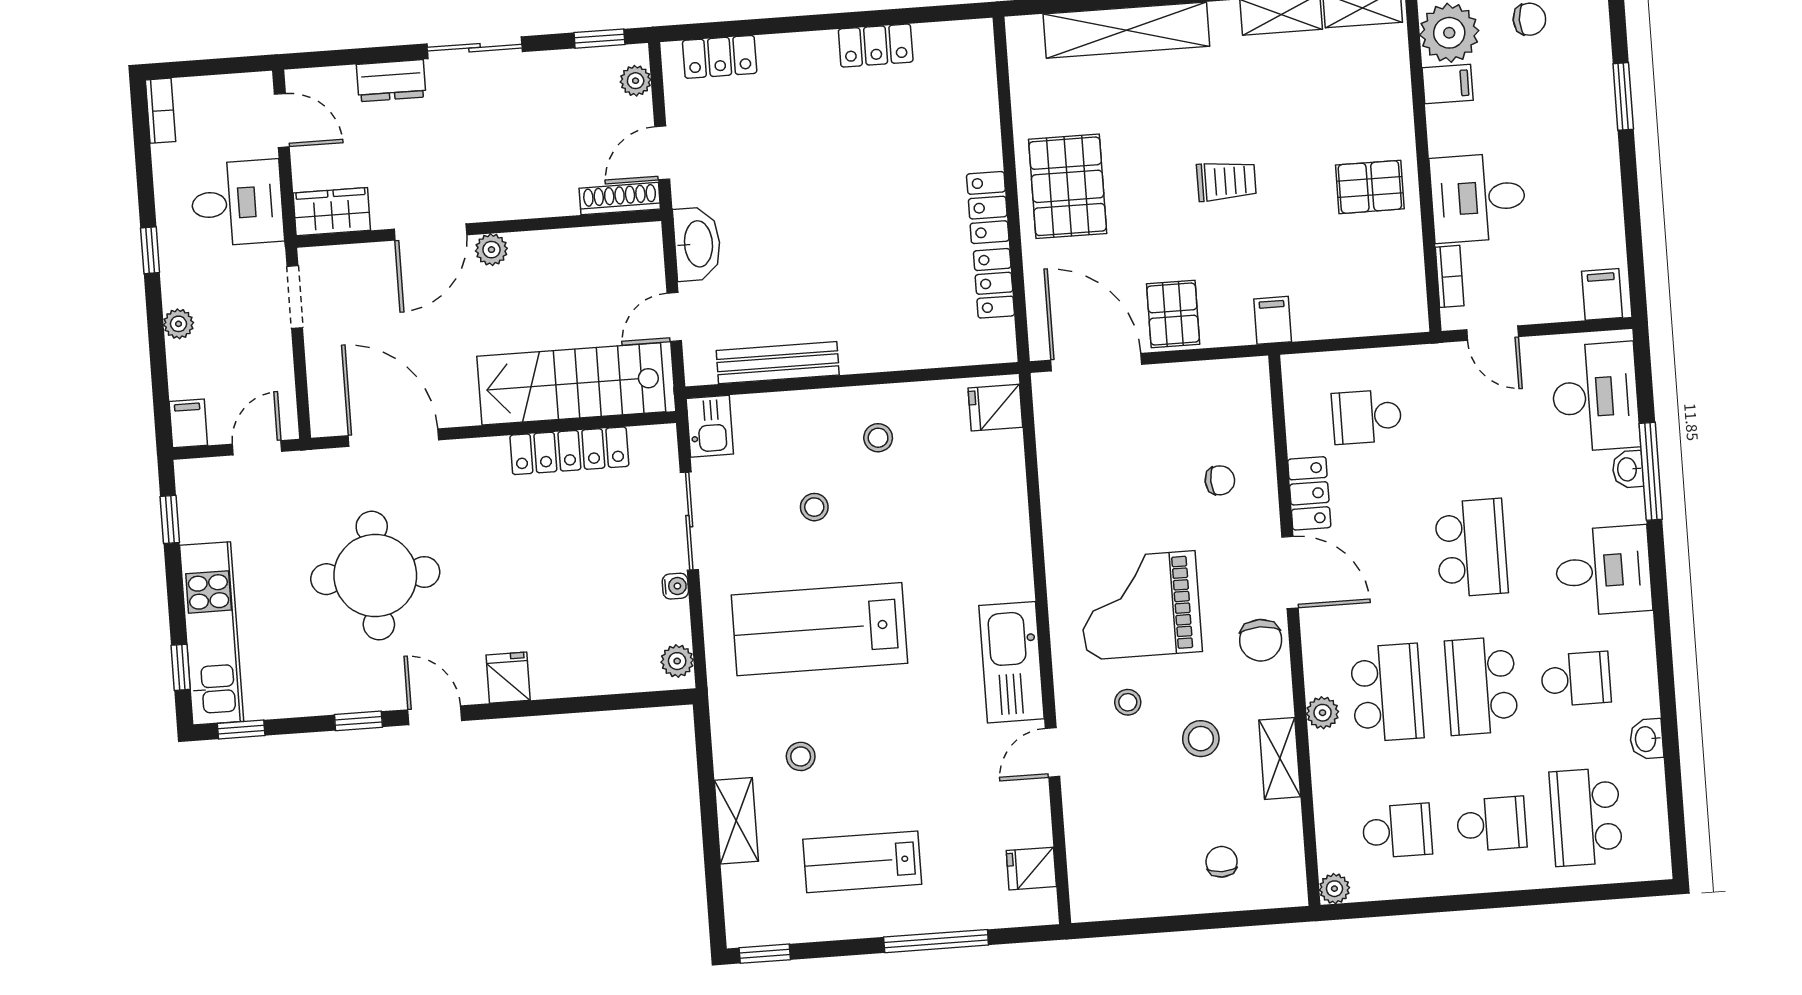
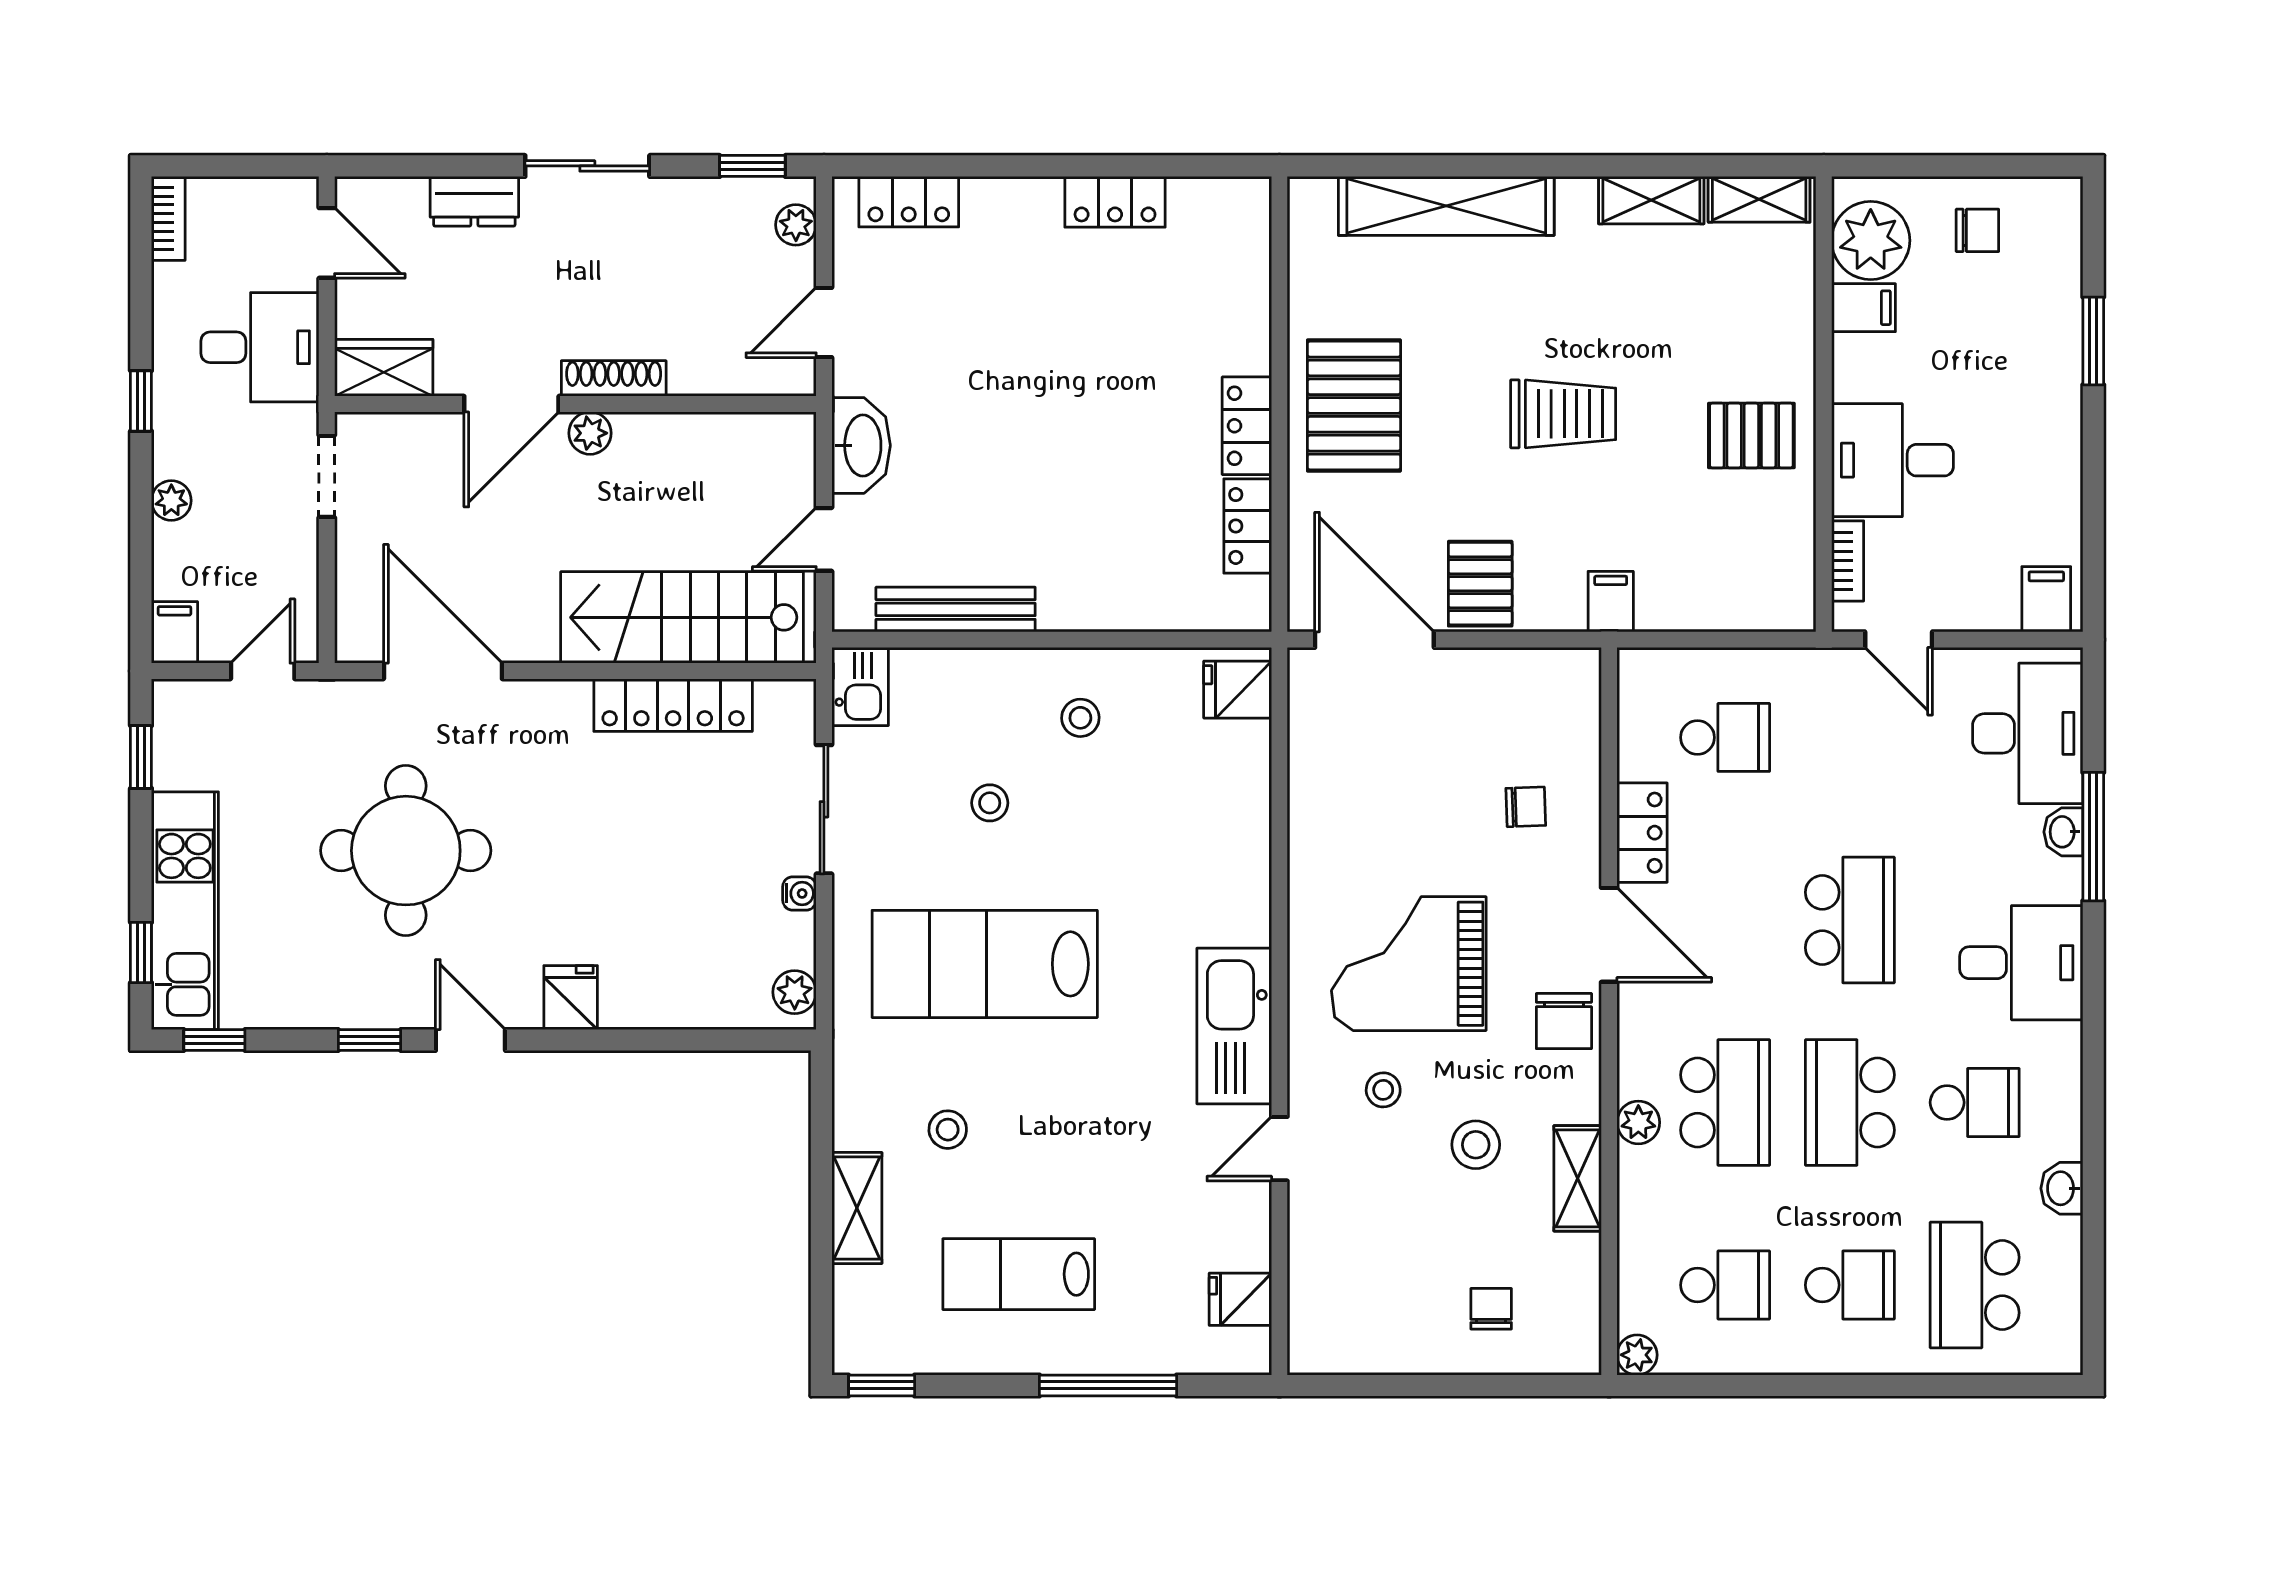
trolley: (1226, 181) -> (1563, 414), width x1.36, depth x1.39
shoe rack: (620, 199) -> (614, 378), moved
school desk: (1367, 417) -> (1725, 737), turned 180

